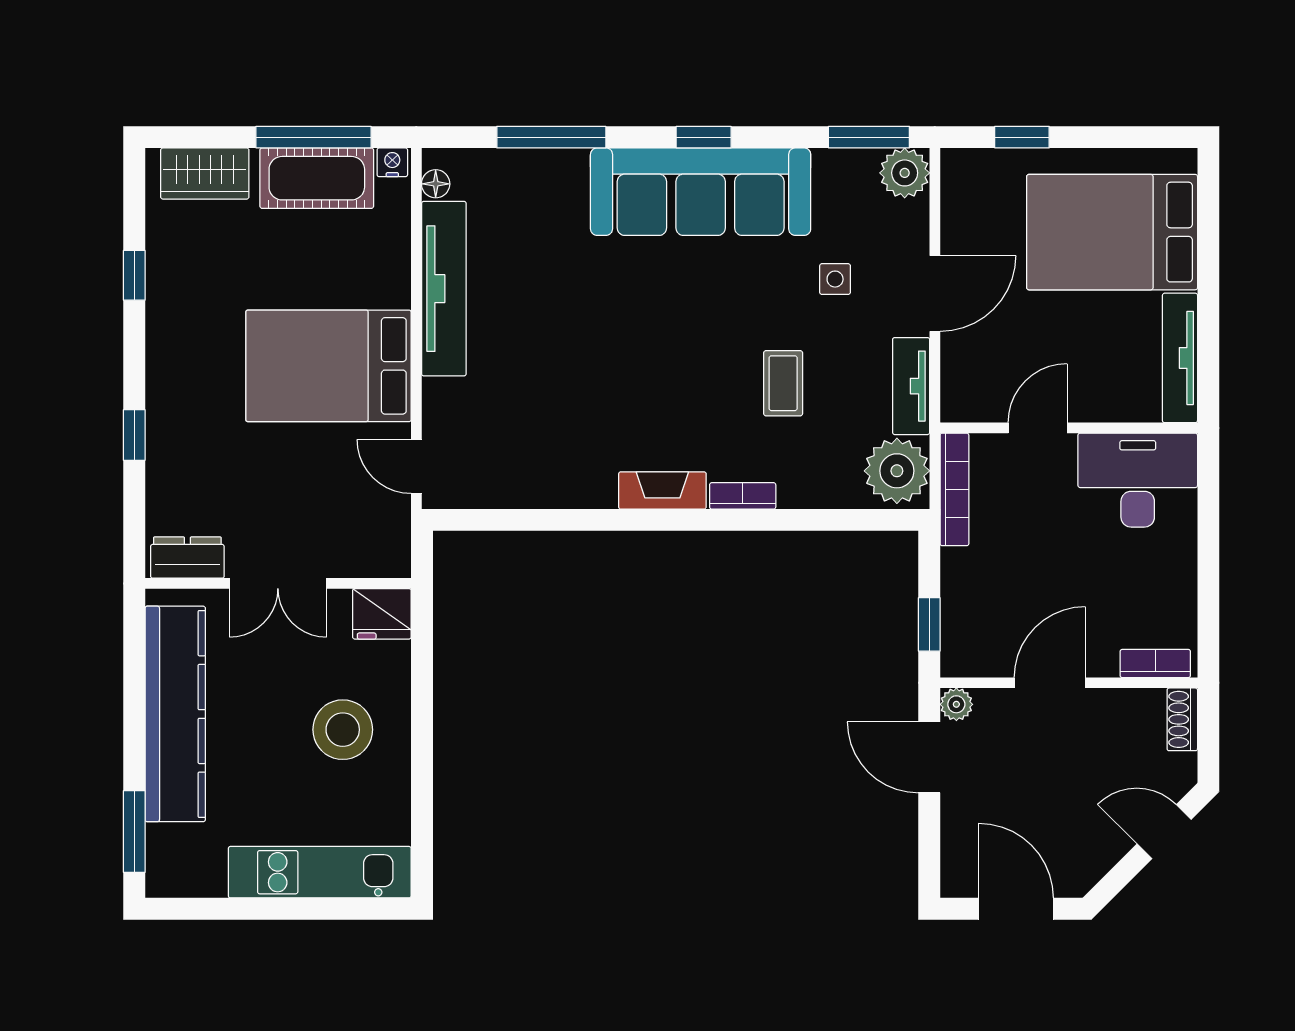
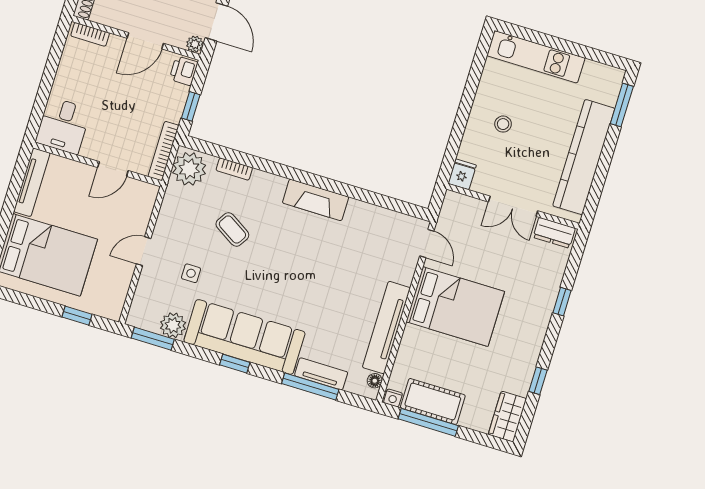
wardrobe: (205, 173) -> (507, 417), moved, turned -90
plant: (905, 173) -> (173, 325), moved
door: (935, 293) -> (144, 251), width x0.73
coffee table: (783, 383) -> (232, 229), turned -58
tv unit: (911, 386) -> (321, 374), moved, turned -90
desk: (1138, 480) -> (63, 126), width x0.73
fireplace: (662, 490) -> (316, 200), width x1.37, depth x1.32
bookcase: (743, 496) -> (234, 169), moved
double door: (278, 583) -> (513, 206), swing flipped
fridge: (382, 614) -> (462, 174), width x0.72
window: (929, 624) -> (191, 106), moved
printer: (962, 649) -> (184, 71), added
stool: (343, 730) -> (503, 124), width x0.53, depth x0.53

